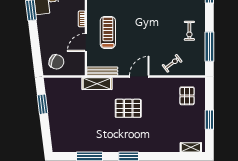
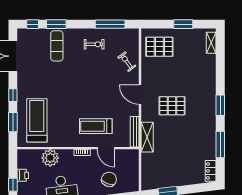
chair: (56, 62) -> (109, 179), moved
pallet: (187, 96) -> (159, 47), width x1.50, depth x1.42
pallet: (128, 108) -> (172, 106), turned 90
locker: (63, 147) -> (211, 171), added

